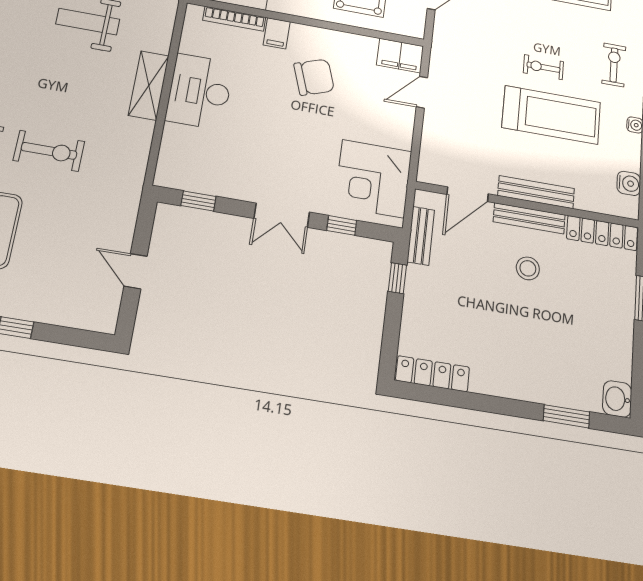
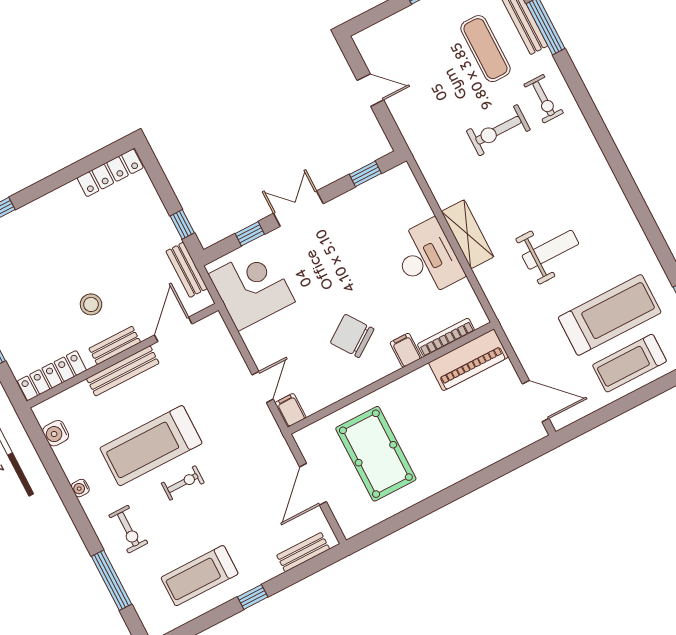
filing cabinet: (400, 56) -> (291, 410), width x0.50
chair: (314, 77) -> (352, 336), turned 74
bench: (529, 218) -> (115, 345), width x0.73

